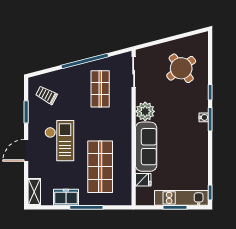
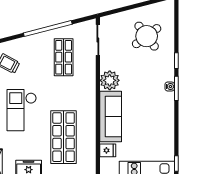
checkout: (59, 141) -> (22, 110), turned 180

